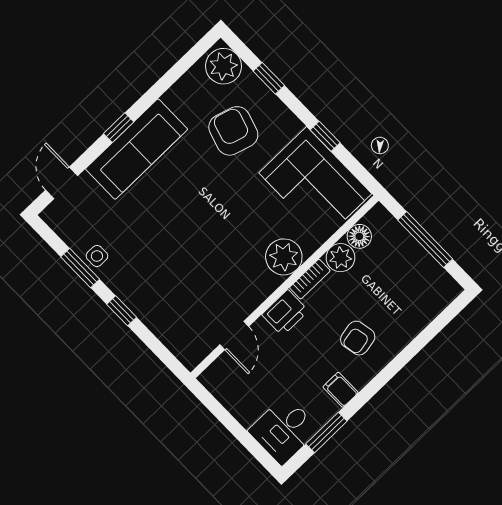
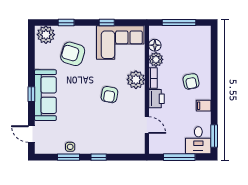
armchair: (226, 240) -> (109, 95), added
window: (233, 426) -> (179, 157), added
window: (326, 432) -> (214, 136), moved

